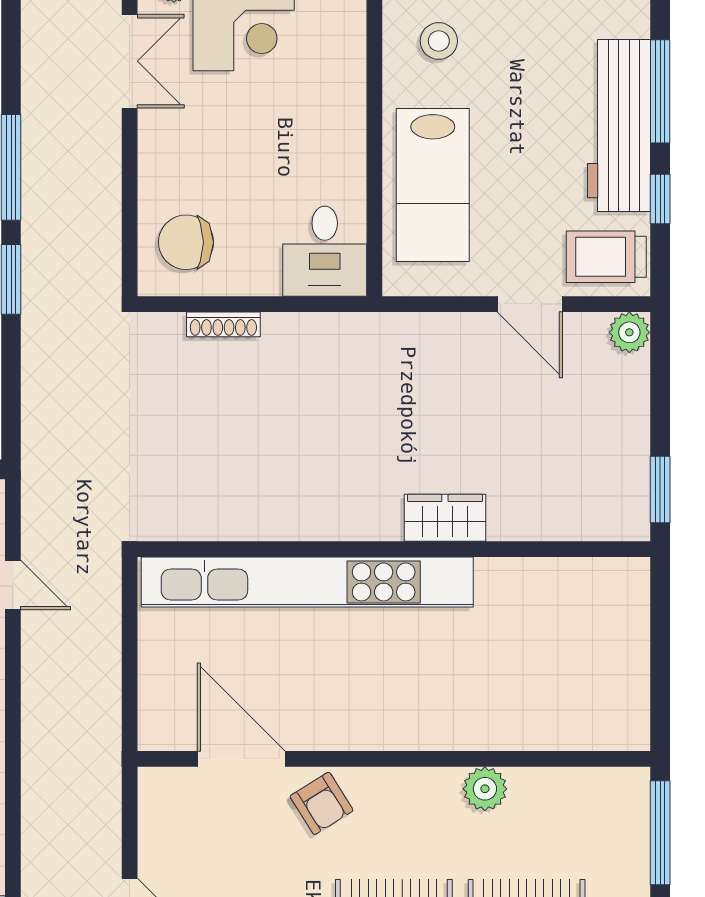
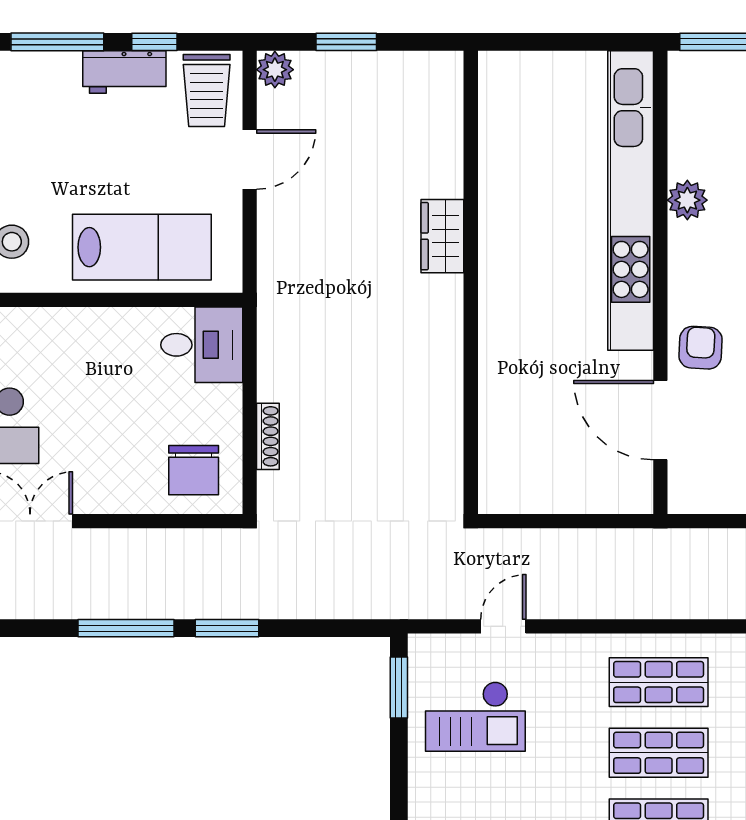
workbench: (619, 125) -> (124, 72), width x0.53, depth x0.76
window: (660, 490) -> (346, 42), moved
kitchen unit: (307, 582) -> (631, 200), moved, turned 180
door: (241, 759) -> (660, 420), hinge flipped
armchair: (322, 803) -> (701, 348), turned -55

